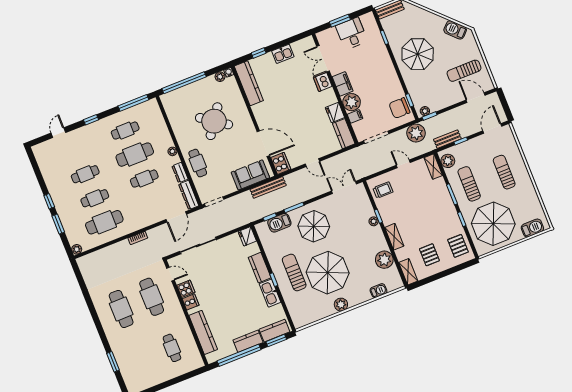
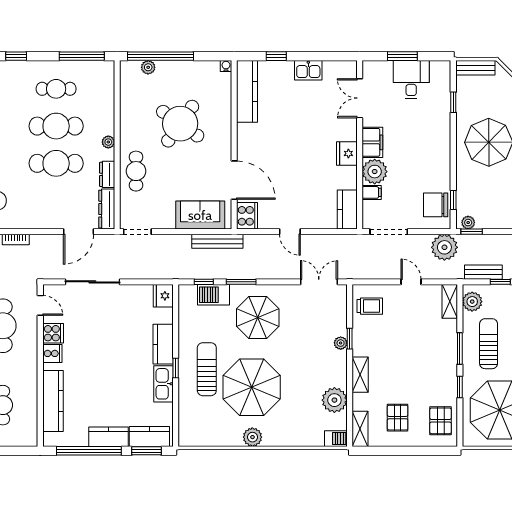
plant: (220, 77) -> (148, 67), moved
dishwasher: (323, 82) -> (347, 129), removed
fridge: (335, 112) -> (347, 153), moved
cafe table: (144, 179) -> (56, 163), width x1.37, depth x1.35
barbecue: (378, 291) -> (336, 439), moved

